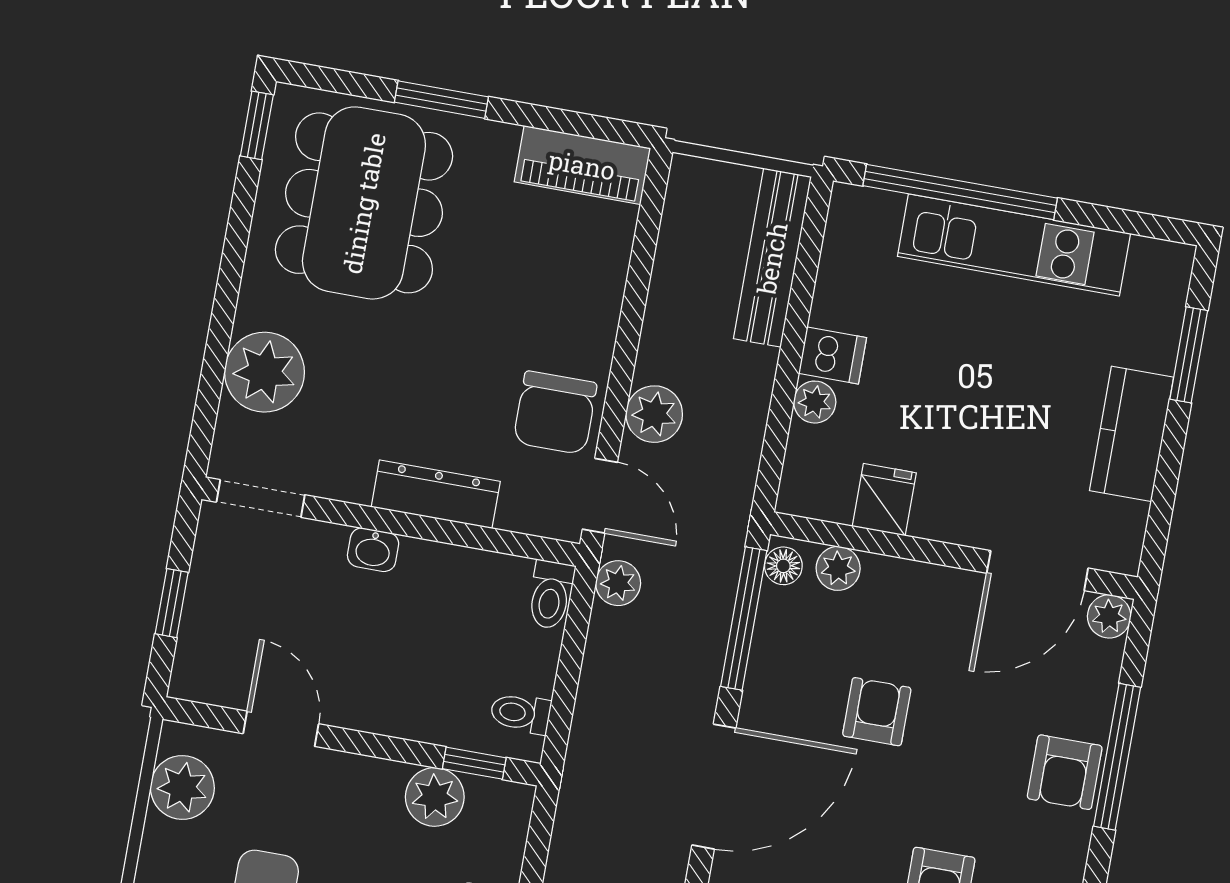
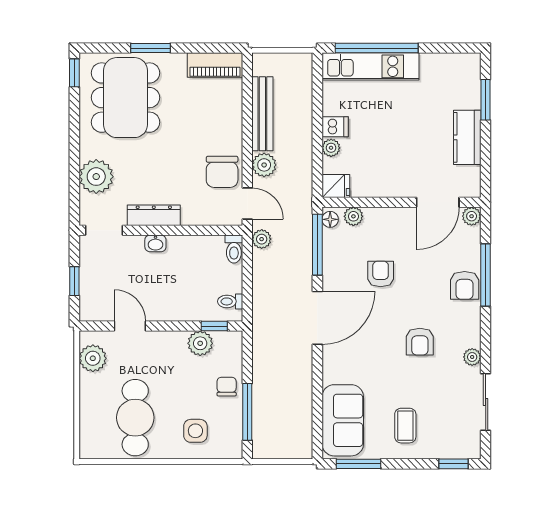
kitchen unit: (1014, 245) -> (370, 66), moved
bench: (772, 258) -> (262, 114), moved
dresser: (436, 494) -> (154, 215), moved
fridge: (884, 500) -> (336, 186), moved, turned 90

